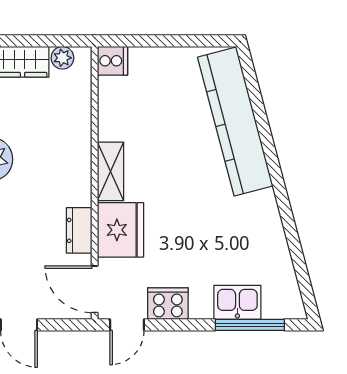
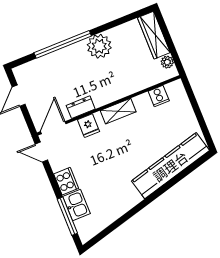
cooker: (113, 61) -> (159, 96), moved
fridge: (121, 230) -> (88, 126), width x0.53, depth x0.75
cooker: (168, 304) -> (66, 181), moved

